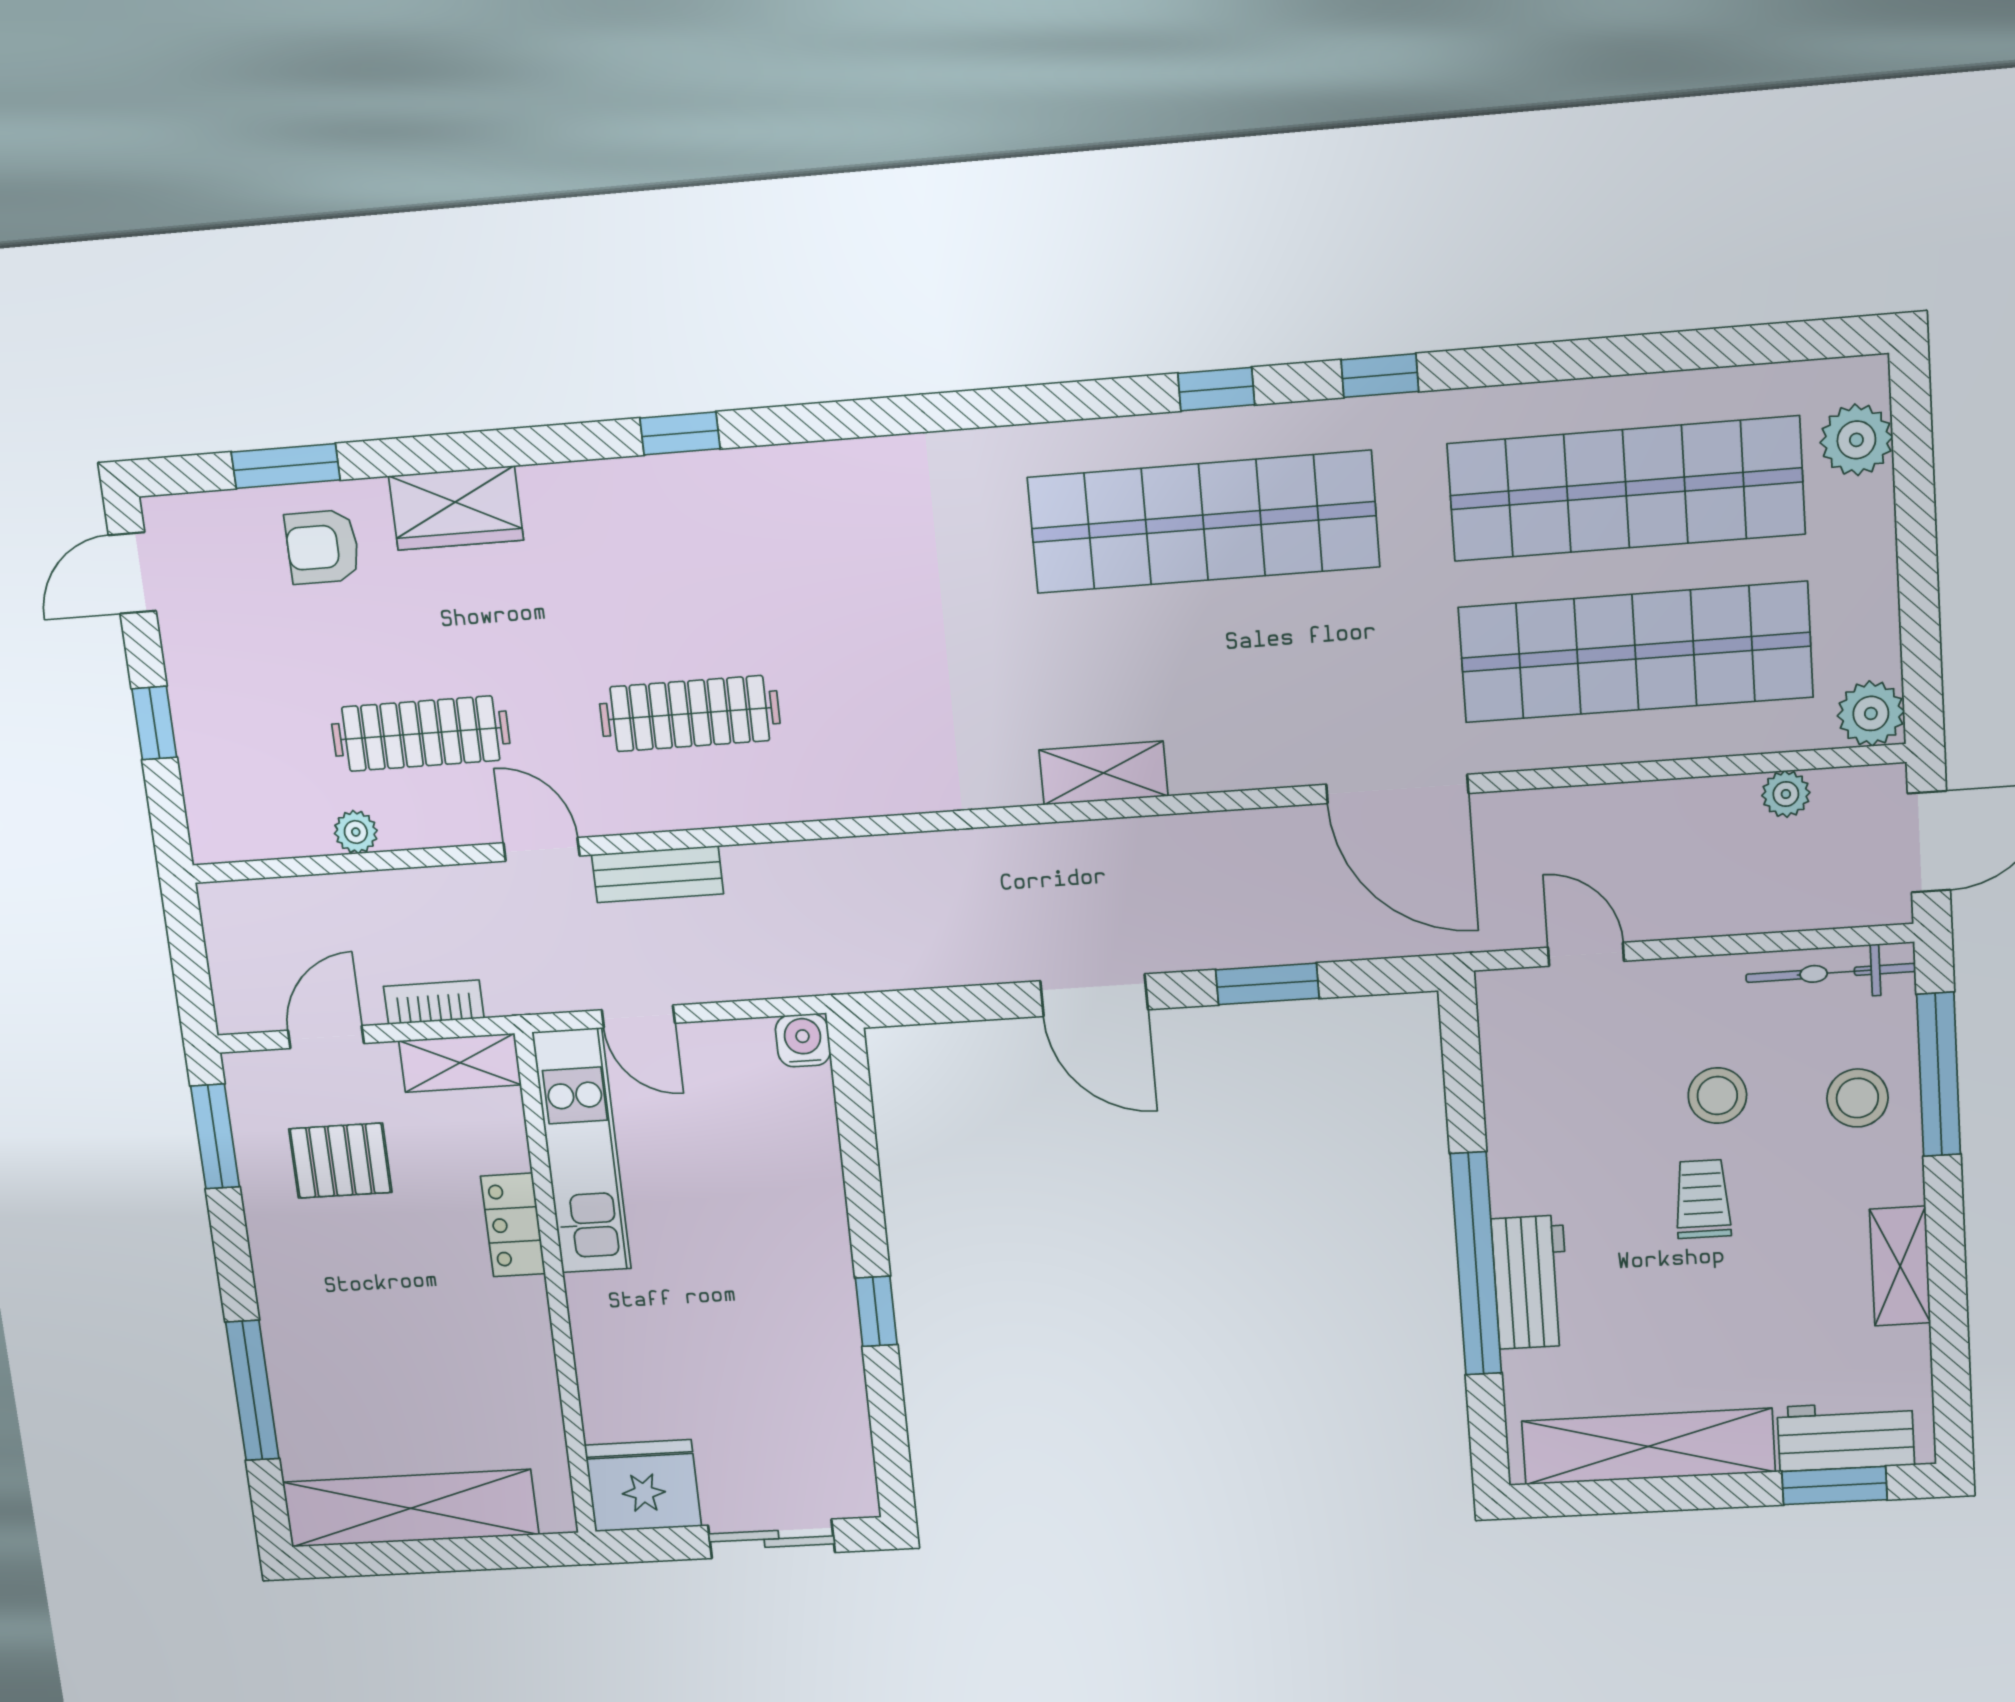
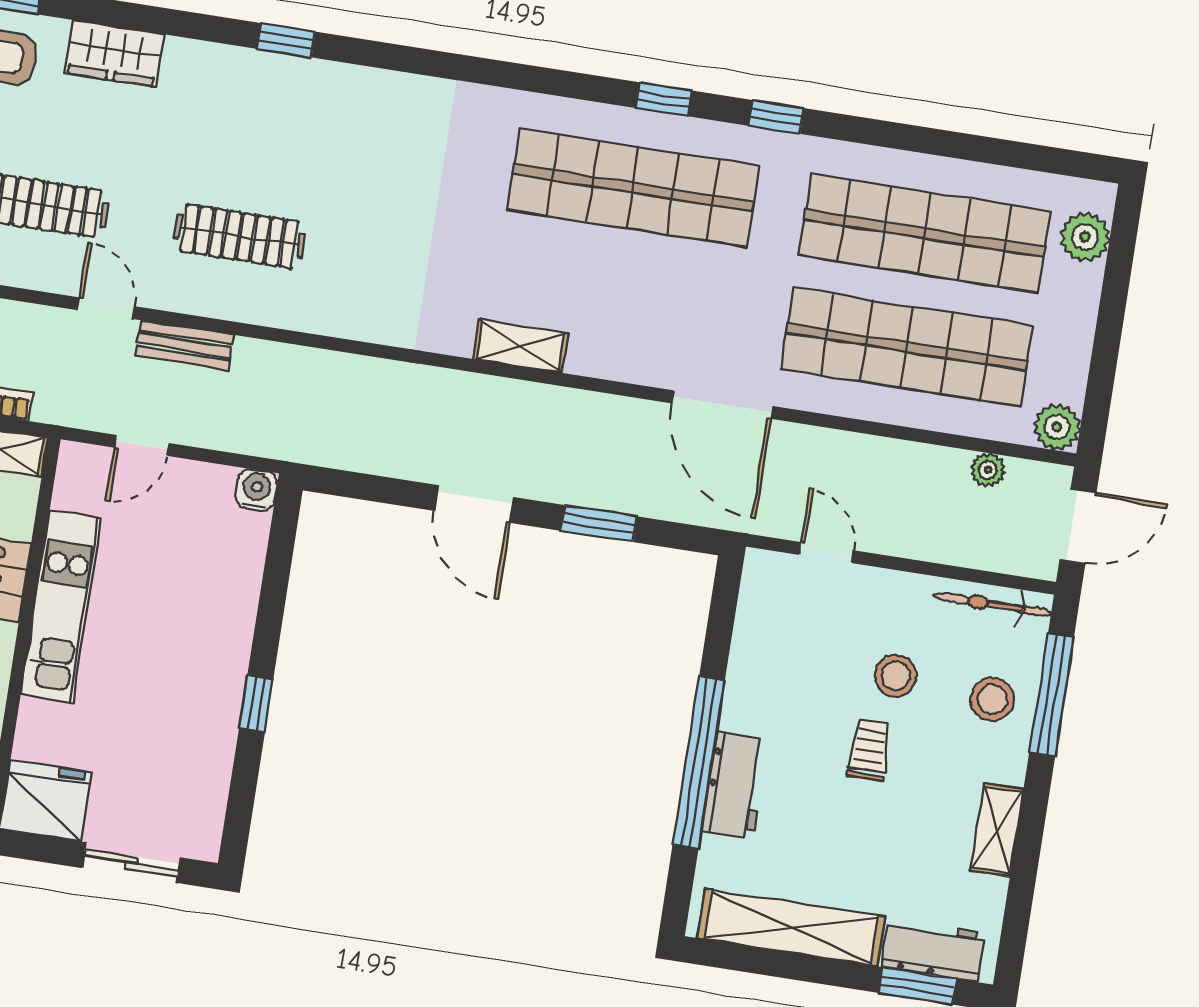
door: (638, 1016) -> (142, 445), hinge flipped
kitchen unit: (582, 1151) -> (61, 606), moved

